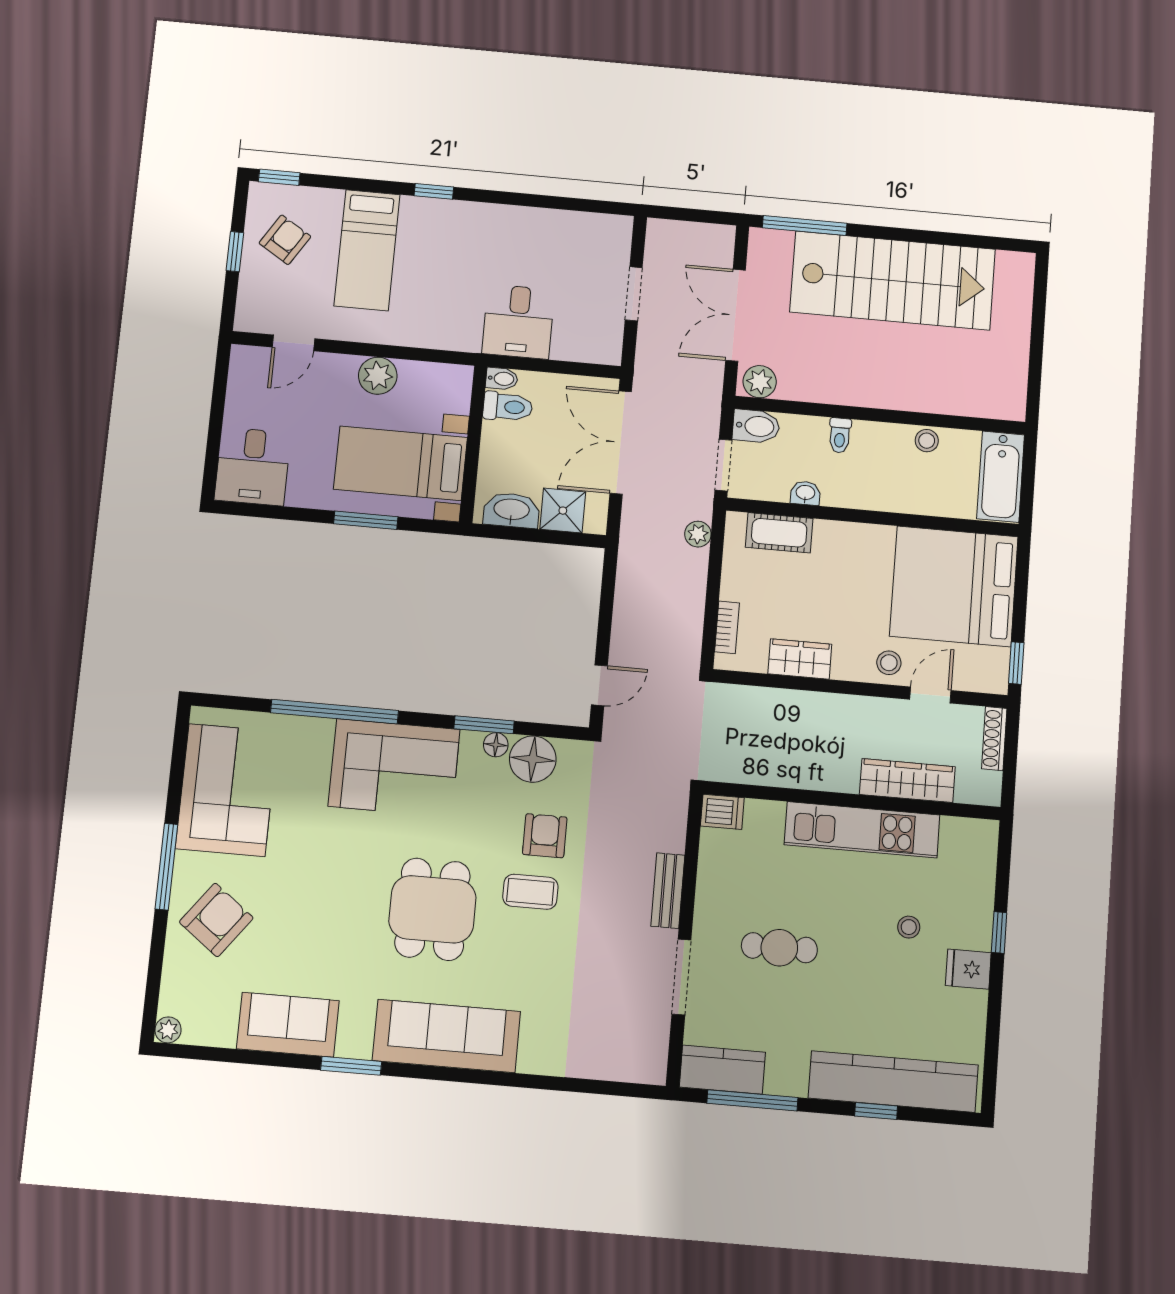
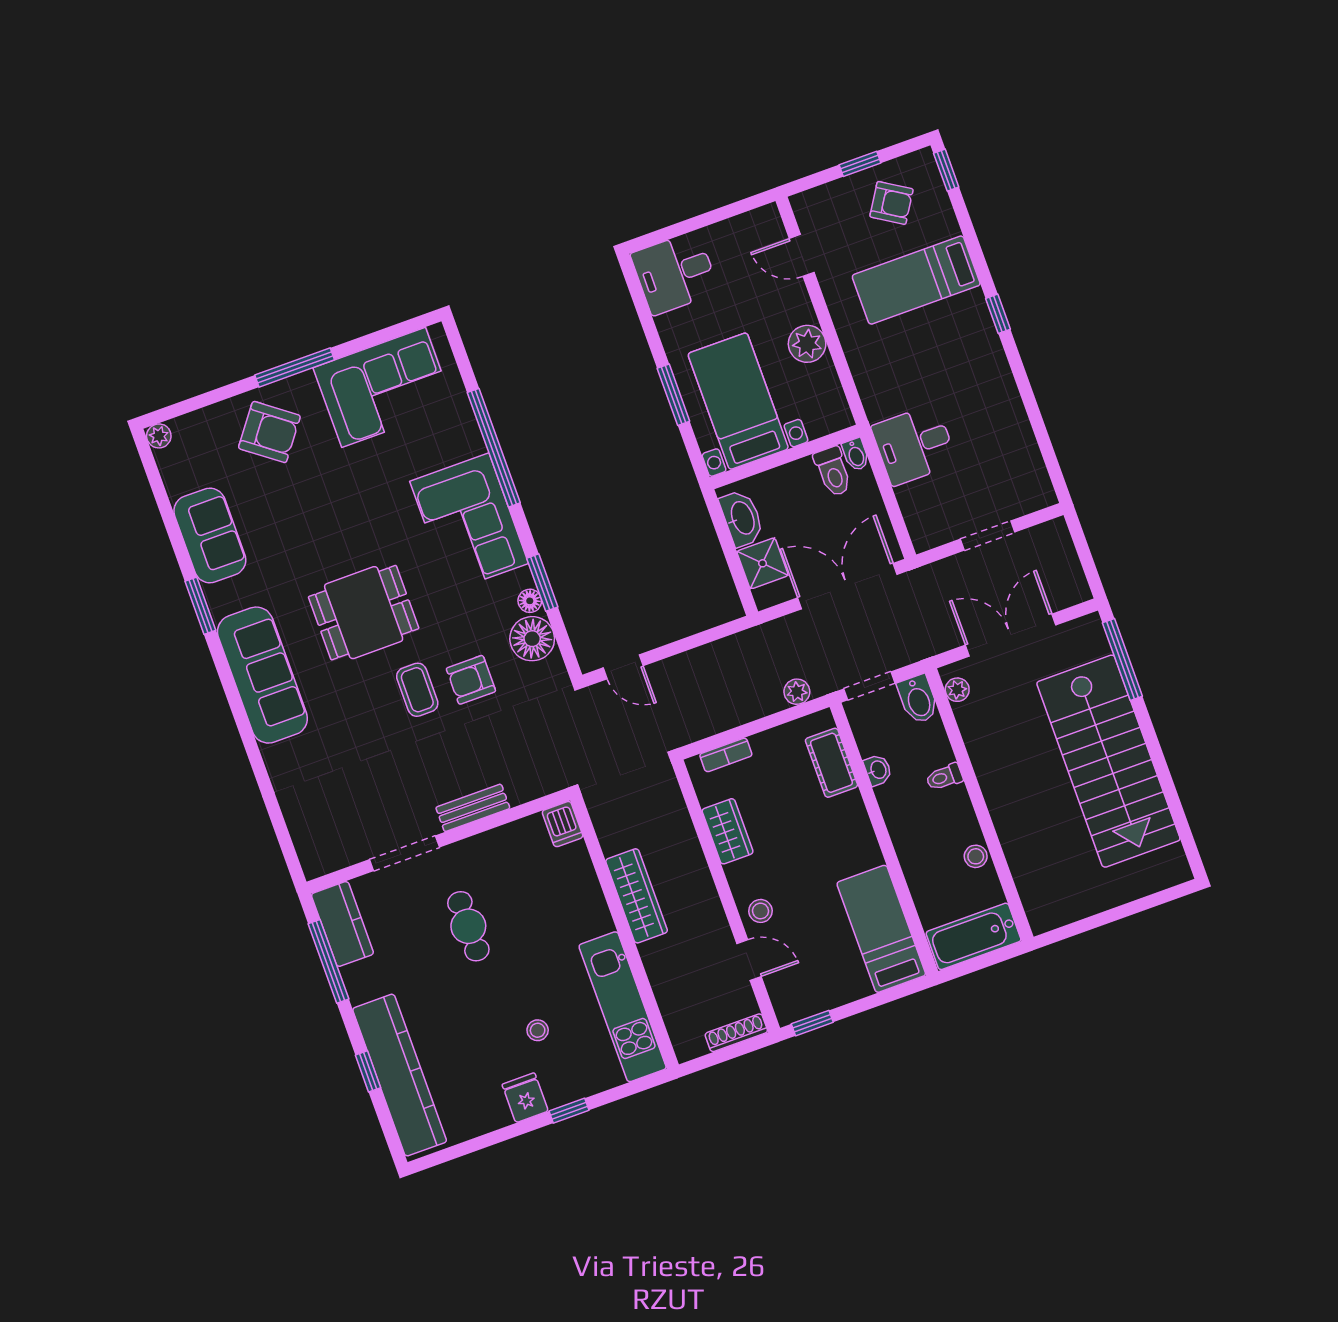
plant: (760, 382) -> (957, 690), width x0.73, depth x0.73
bed: (954, 586) -> (881, 929), width x0.49
wardrobe: (907, 781) -> (637, 896), moved
kitchen unit: (862, 830) -> (623, 1007), moved
armchair: (545, 836) -> (471, 680), turned 180

